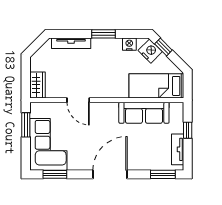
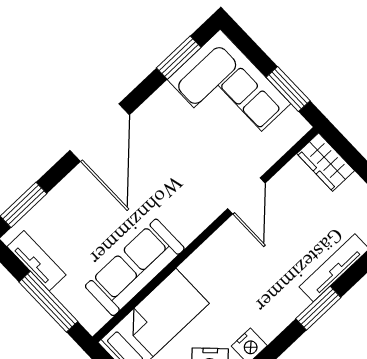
window: (104, 34) -> (318, 308), moved
door: (78, 100) -> (246, 196), swing flipped
window: (188, 130) -> (48, 302), width x2.17

